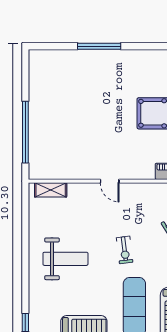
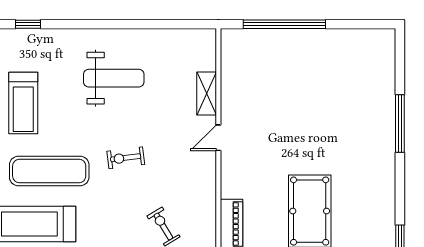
shelving: (51, 190) -> (207, 93), moved
weight bench: (65, 259) -> (114, 78), turned -90

